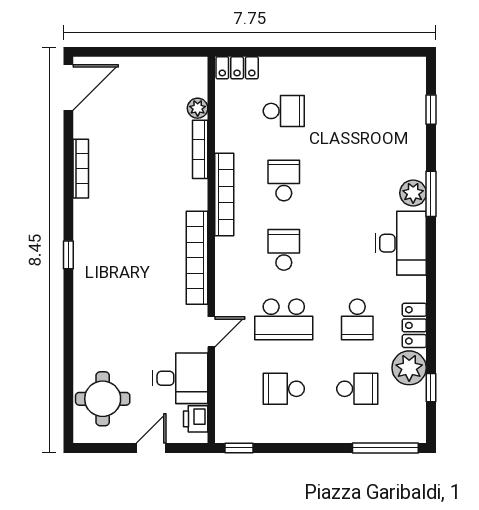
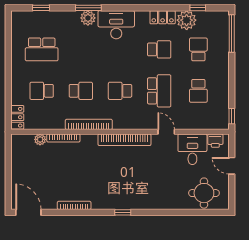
school desk: (284, 111) -> (42, 91), turned -90
school desk: (357, 111) -> (42, 49), added
school desk: (284, 180) -> (81, 91), turned 180

